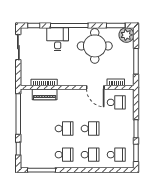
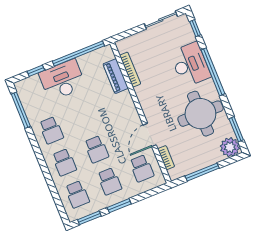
desk: (58, 39) -> (190, 65), width x1.37
school desk: (64, 129) -> (109, 181), moved
desk: (32, 133) -> (62, 80), added

